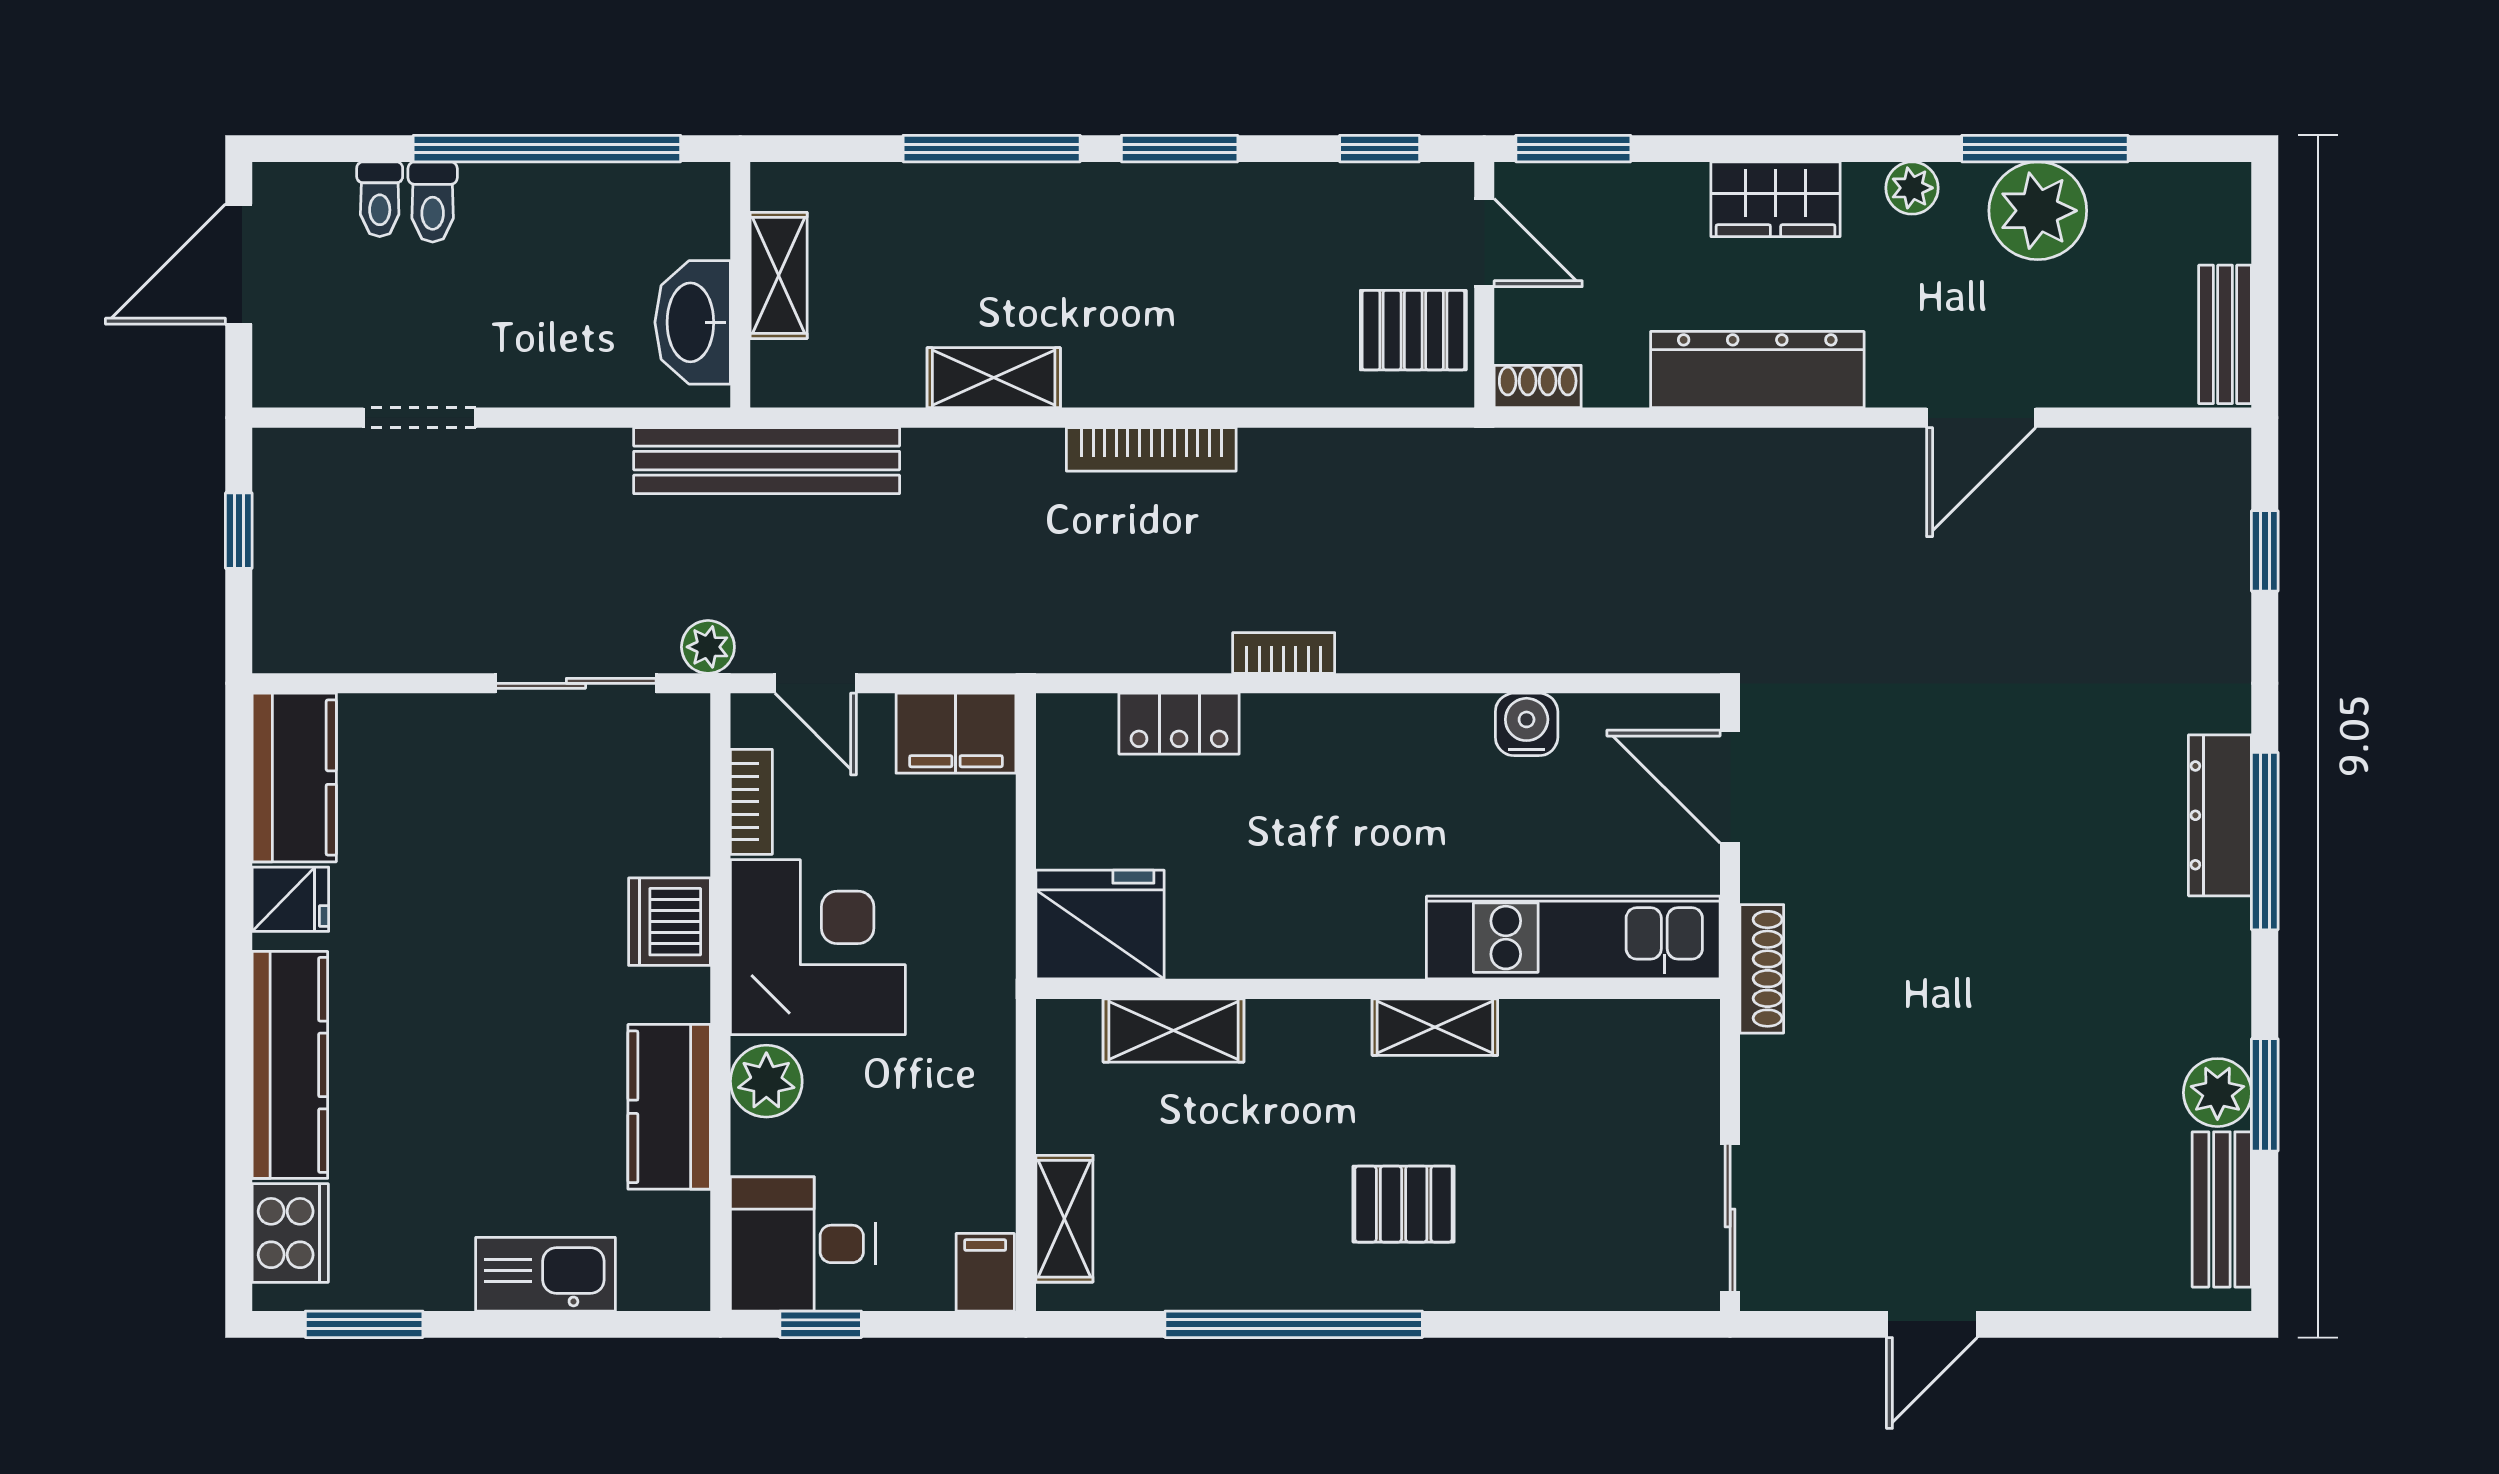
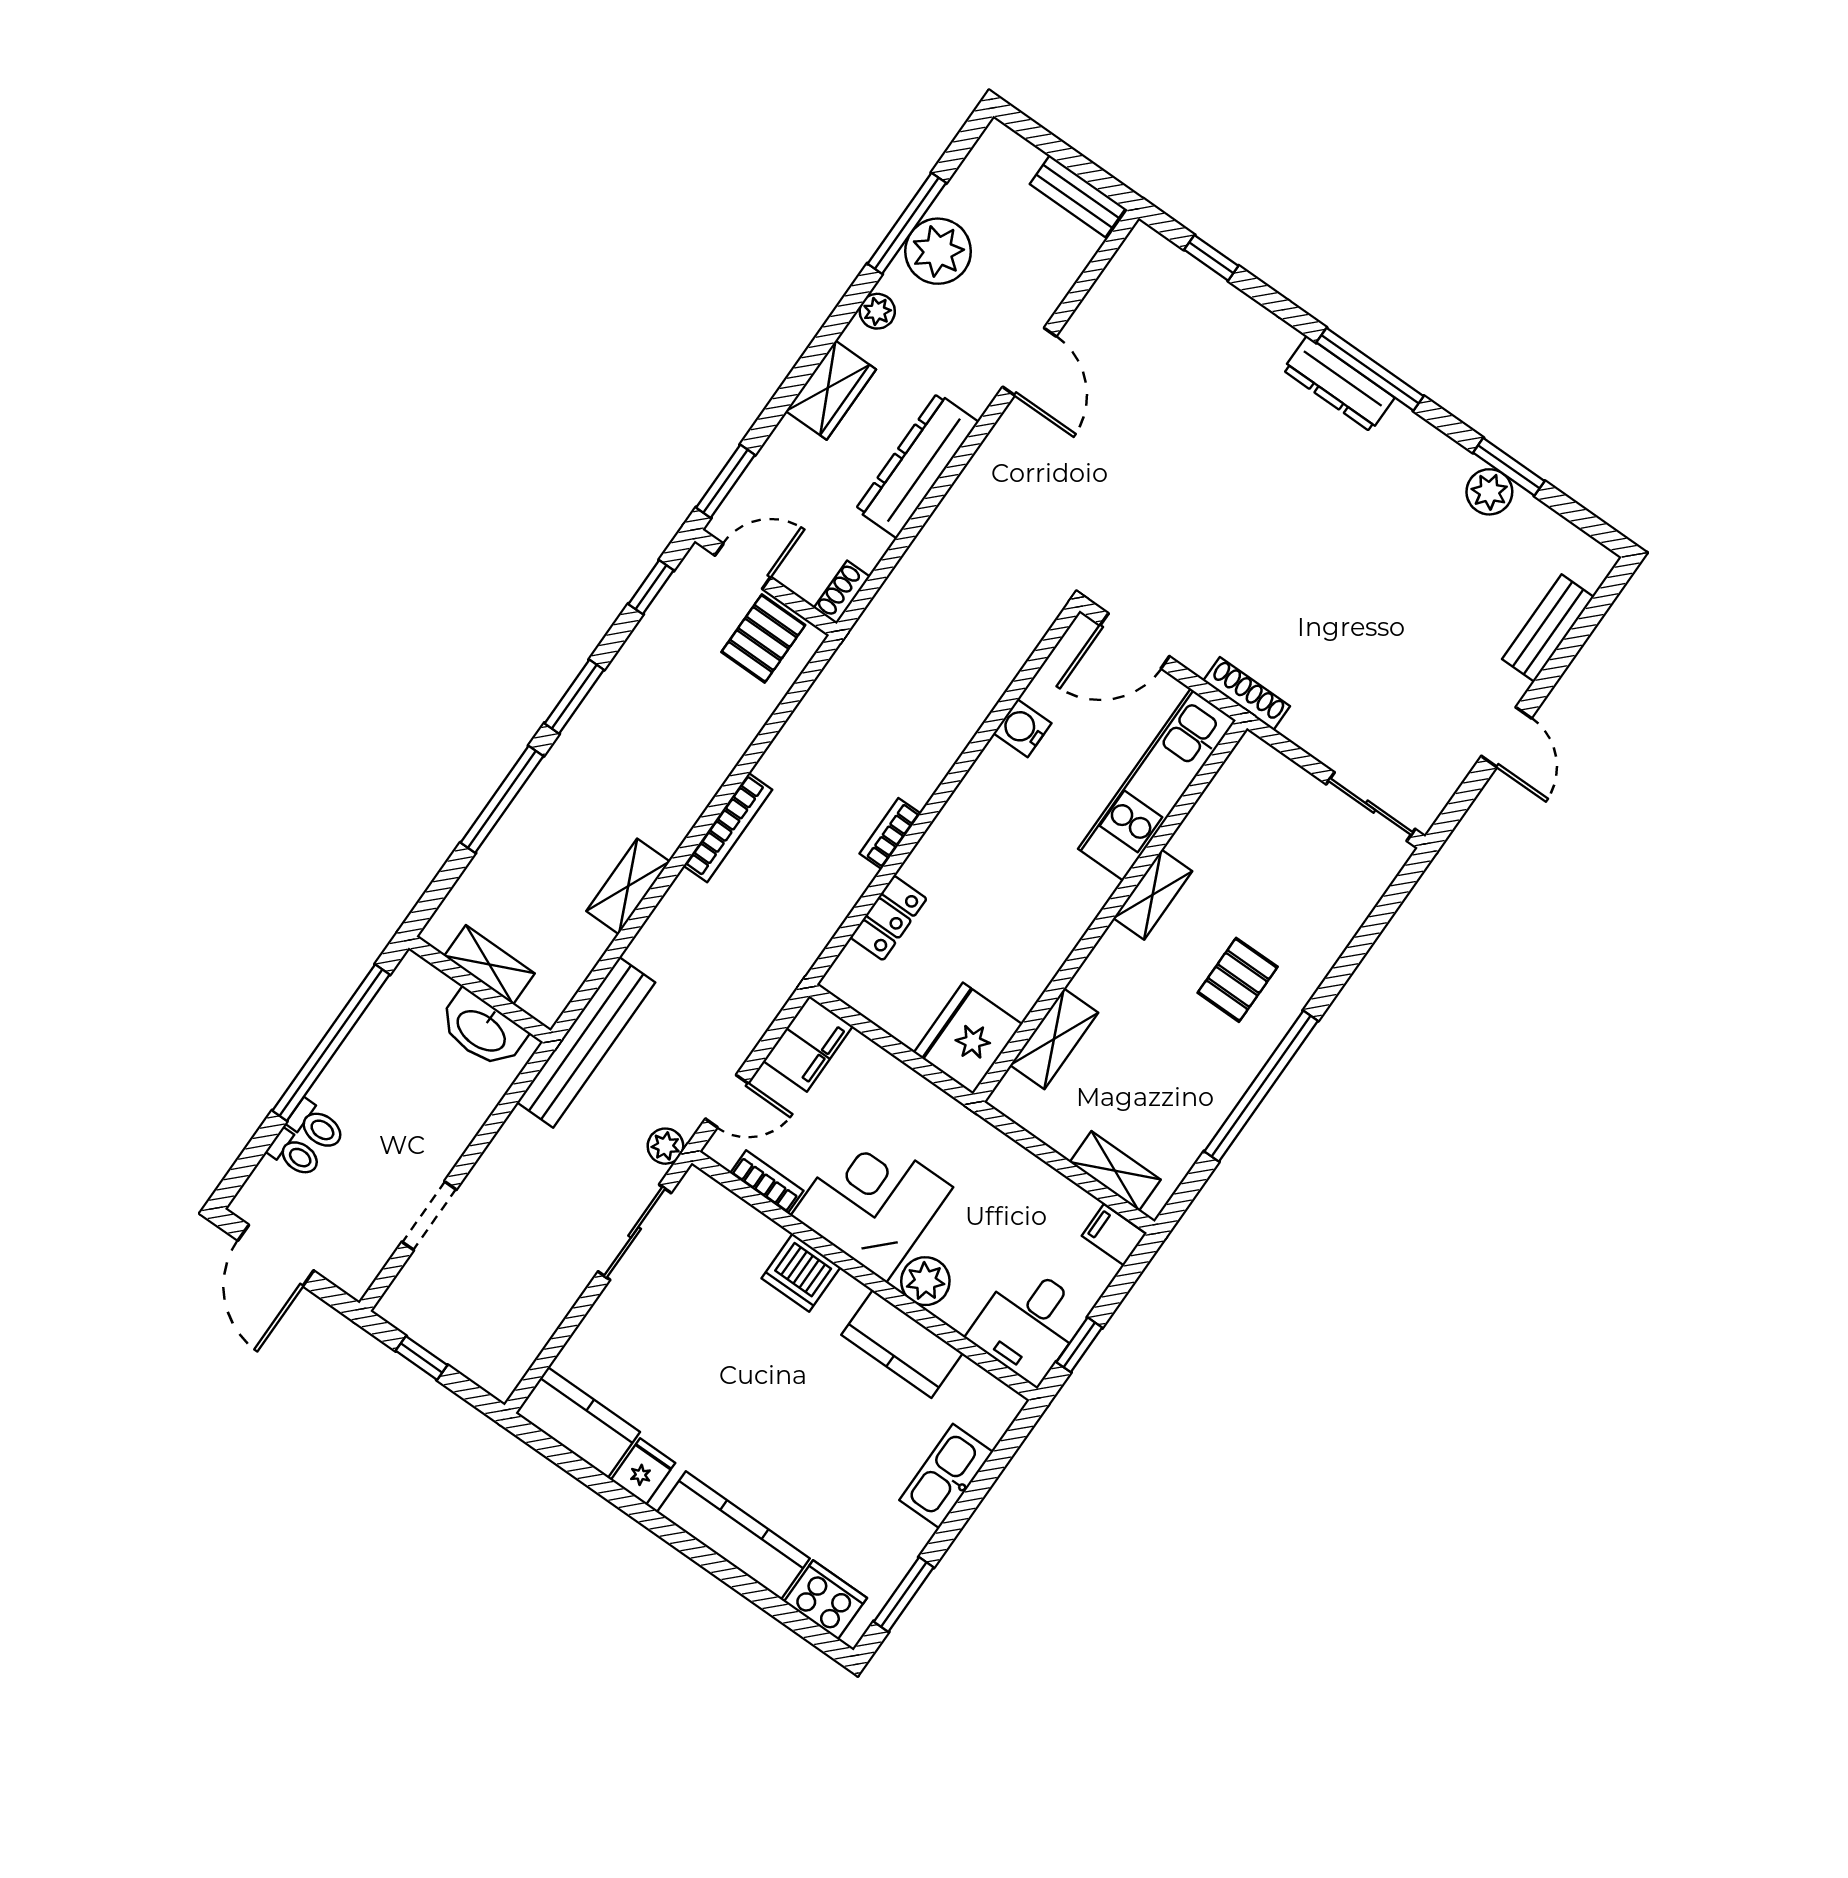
bench: (2222, 1209) -> (1548, 628), moved, turned 90

